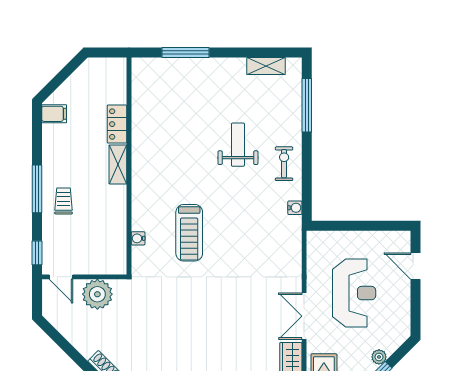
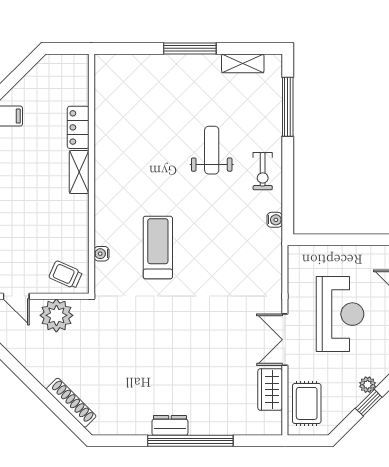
window: (186, 53) -> (190, 48), moved
exercise bike: (284, 164) -> (263, 171), turned 180
trolley: (63, 201) -> (66, 275), moved, turned -66
treadmill: (189, 233) -> (158, 247), turned 180

